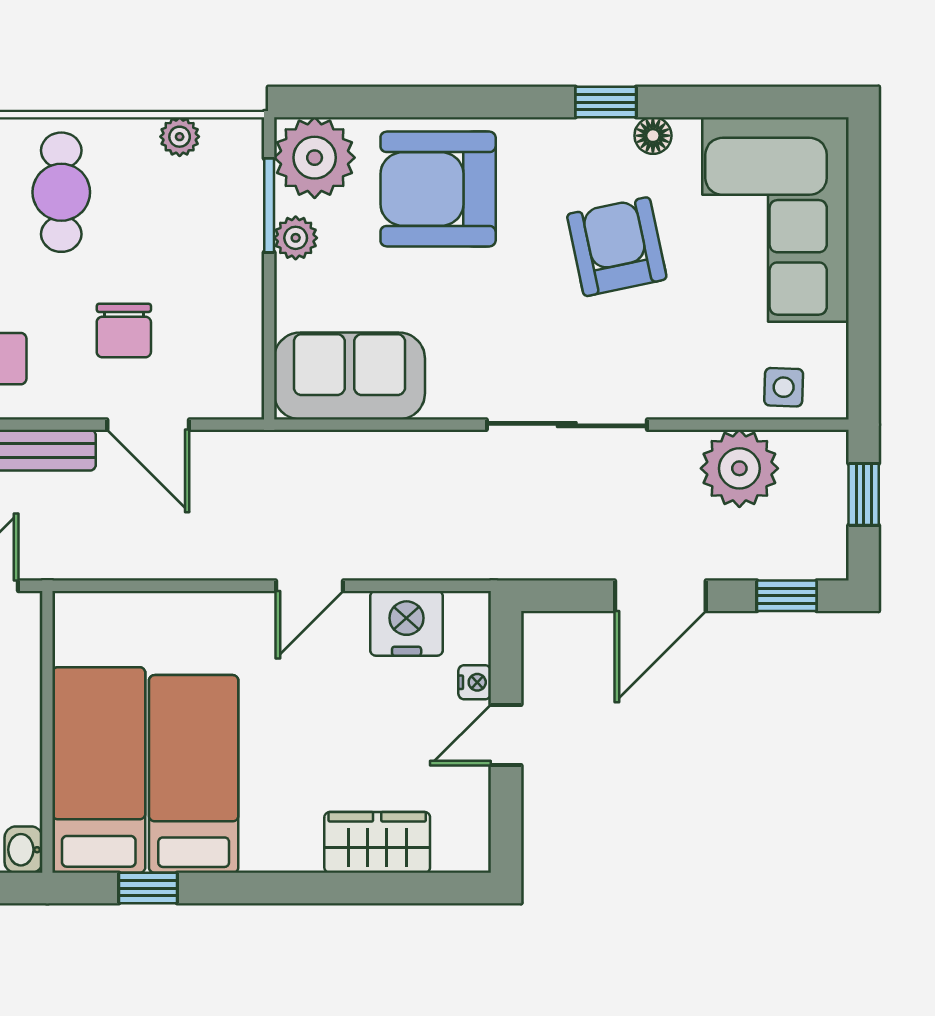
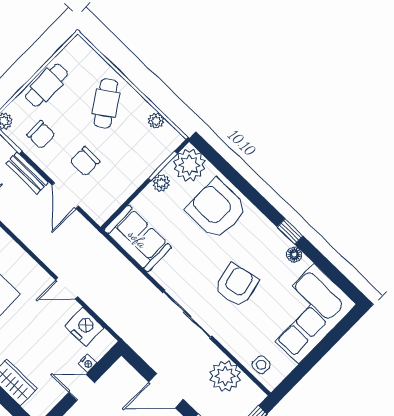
cafe table: (61, 192) -> (106, 103), turned -34
armchair: (617, 247) -> (236, 285), moved

